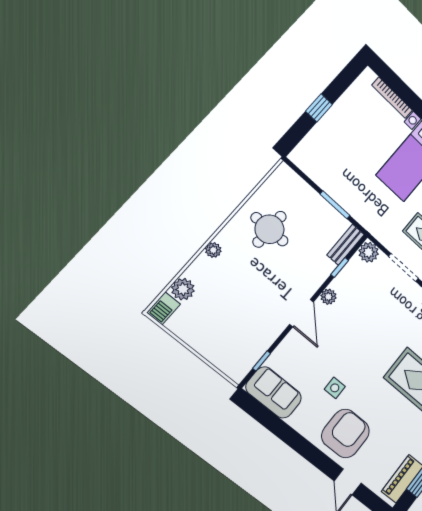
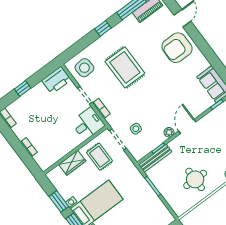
bench: (346, 245) -> (155, 158), width x1.36
plant: (369, 252) -> (138, 153), removed
side table: (335, 388) -> (136, 129), moved

